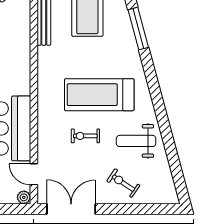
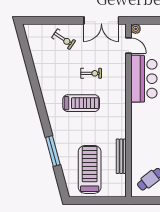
treadmill: (99, 95) -> (81, 103), width x0.73, depth x0.73
weight bench: (136, 141) -> (54, 70), removed

